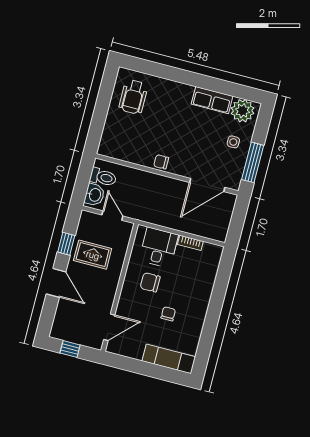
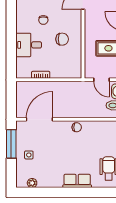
row of seats: (212, 100) -> (77, 181), moved
plant: (243, 111) -> (32, 183), width x0.53, depth x0.53
desk: (159, 247) -> (29, 45), moved, turned 90

